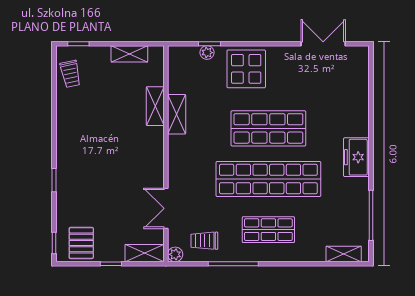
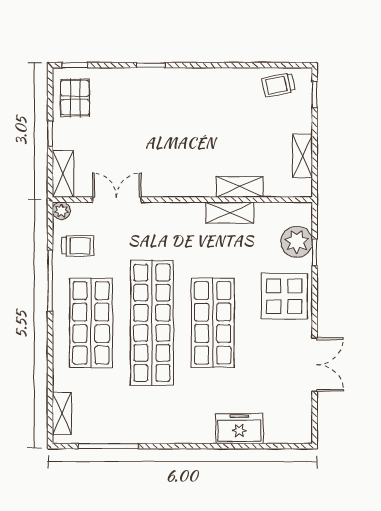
double door: (323, 44) -> (315, 365), moved
plant: (207, 53) -> (297, 242), width x1.88, depth x1.88
freezer: (356, 157) -> (239, 429), moved
shop shelf: (268, 230) -> (91, 323), width x1.43, depth x1.36
trolley: (204, 241) -> (78, 246), turned 90
pallet: (81, 243) -> (75, 98), turned 90

